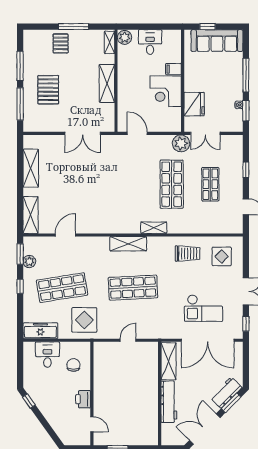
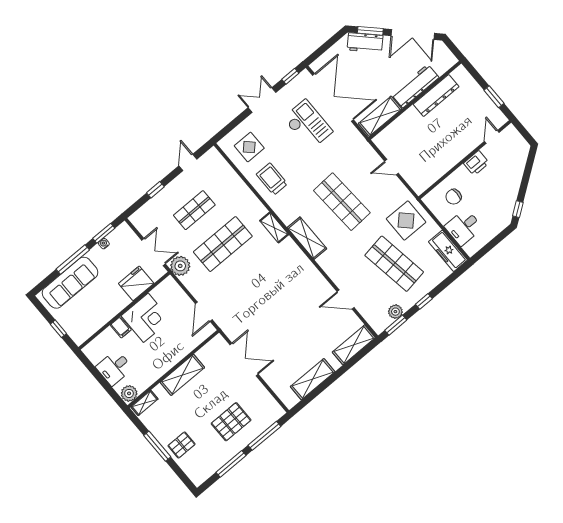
sofa: (217, 41) -> (70, 283), moved, turned 90
dresser: (151, 410) -> (436, 96), added

